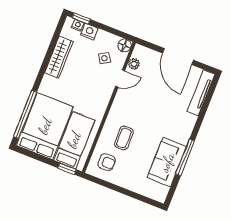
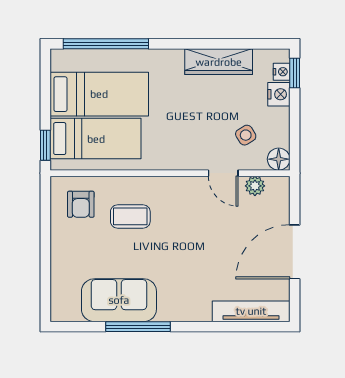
bed: (45, 126) -> (99, 94), width x0.67

